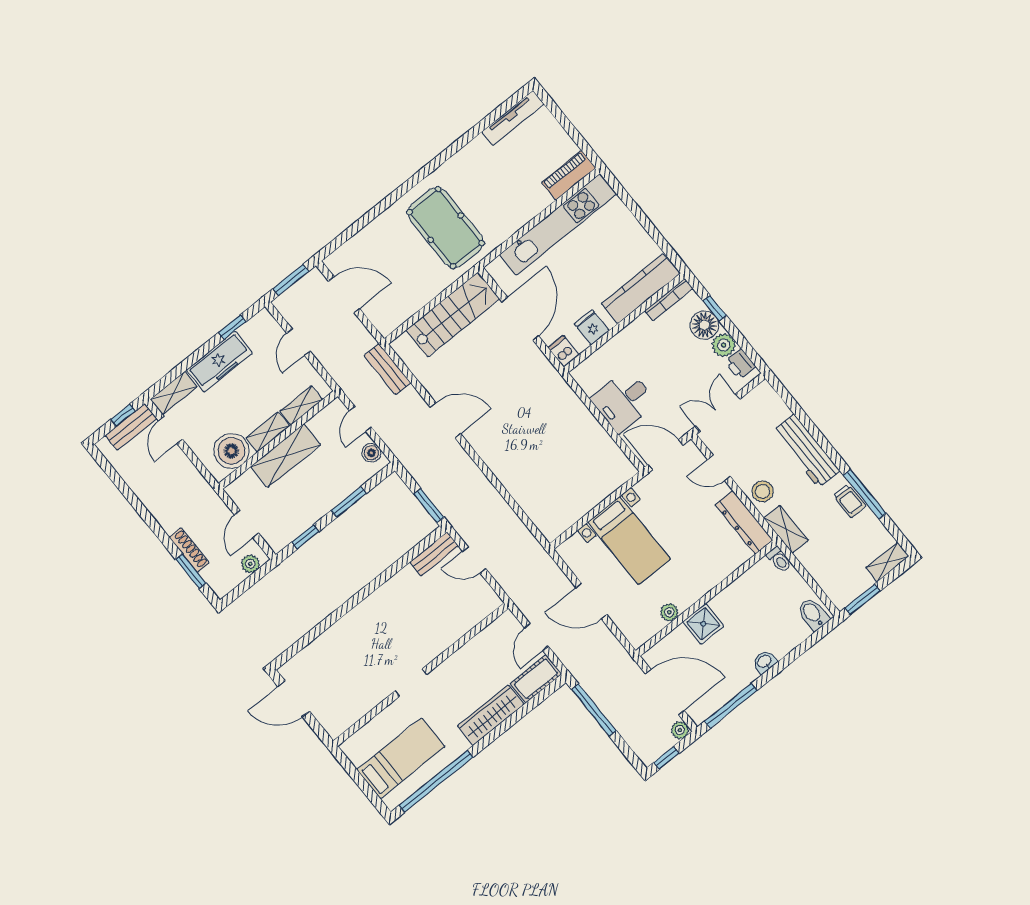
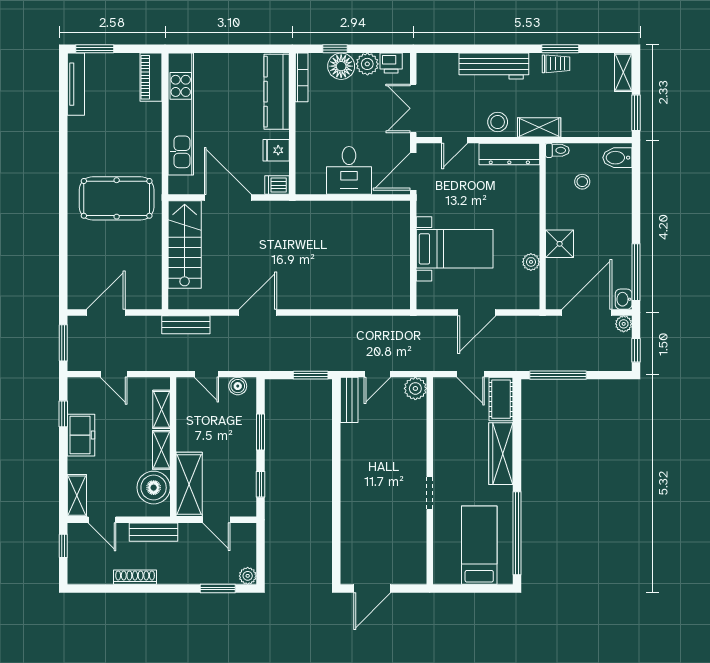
window: (555, 110) -> (95, 49), added
freezer: (220, 362) -> (81, 435), width x0.71
bench: (131, 427) -> (153, 532), moved, turned 90
shelving: (286, 456) -> (189, 484), moved
window: (865, 494) -> (560, 49), width x0.69
shoe rack: (189, 550) -> (135, 577), moved
plant: (250, 564) -> (248, 576), moved
plant: (488, 601) -> (415, 388), added
stool: (770, 601) -> (582, 182), added
washbasin: (764, 662) -> (624, 299), moved

